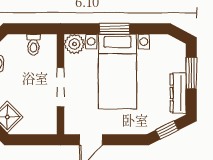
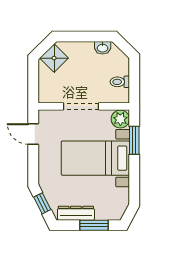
window: (115, 29) -> (134, 140), moved

